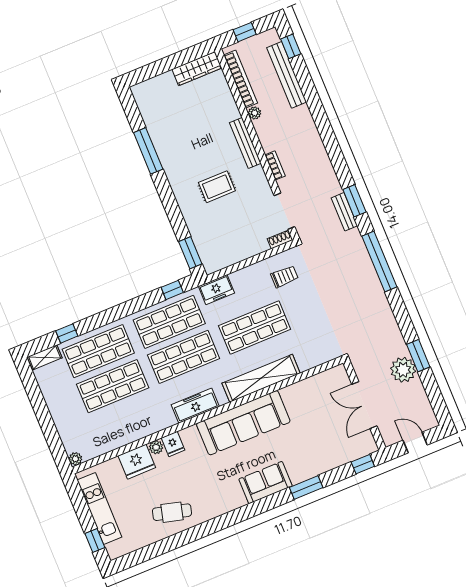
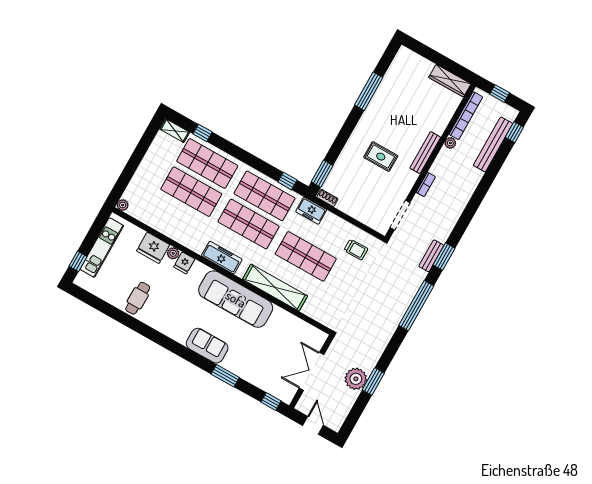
shoe rack: (280, 239) -> (327, 198), moved
cafe table: (172, 512) -> (138, 298), turned 75

